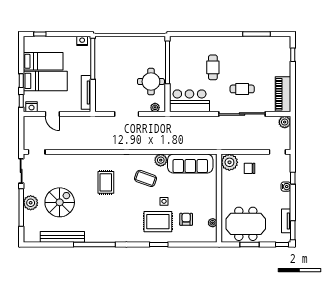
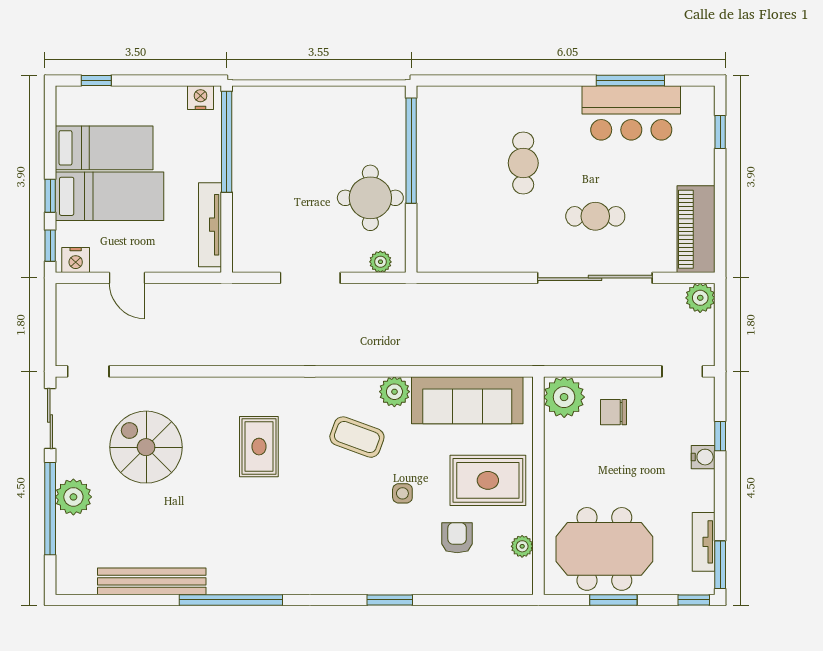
bar counter: (189, 101) -> (631, 113), moved, turned 180
spiral stairs: (60, 202) -> (146, 447), moved, turned -90
rug: (158, 222) -> (488, 480), moved

